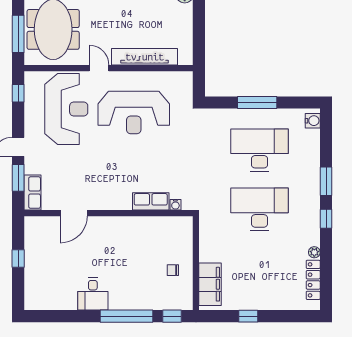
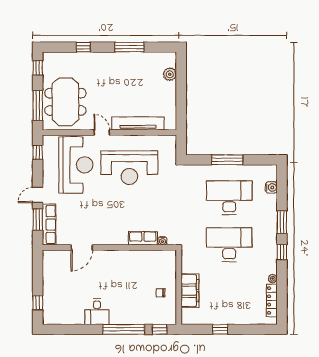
water cooler: (313, 121) -> (271, 187), moved
row of seats: (33, 193) -> (49, 225), width x1.48
window: (18, 259) -> (38, 303), moved
filing cabinet: (210, 284) -> (190, 291), moved

